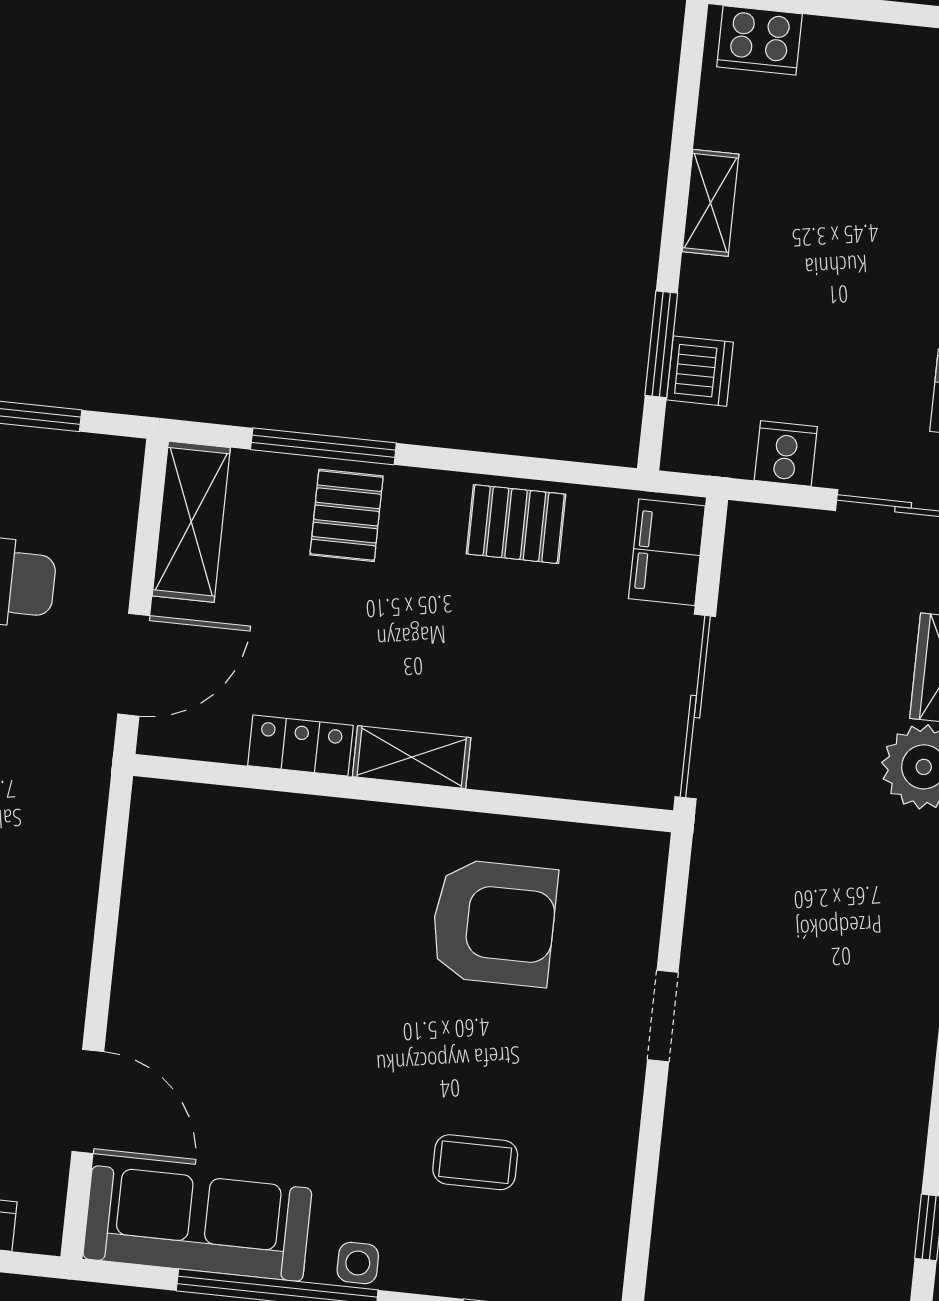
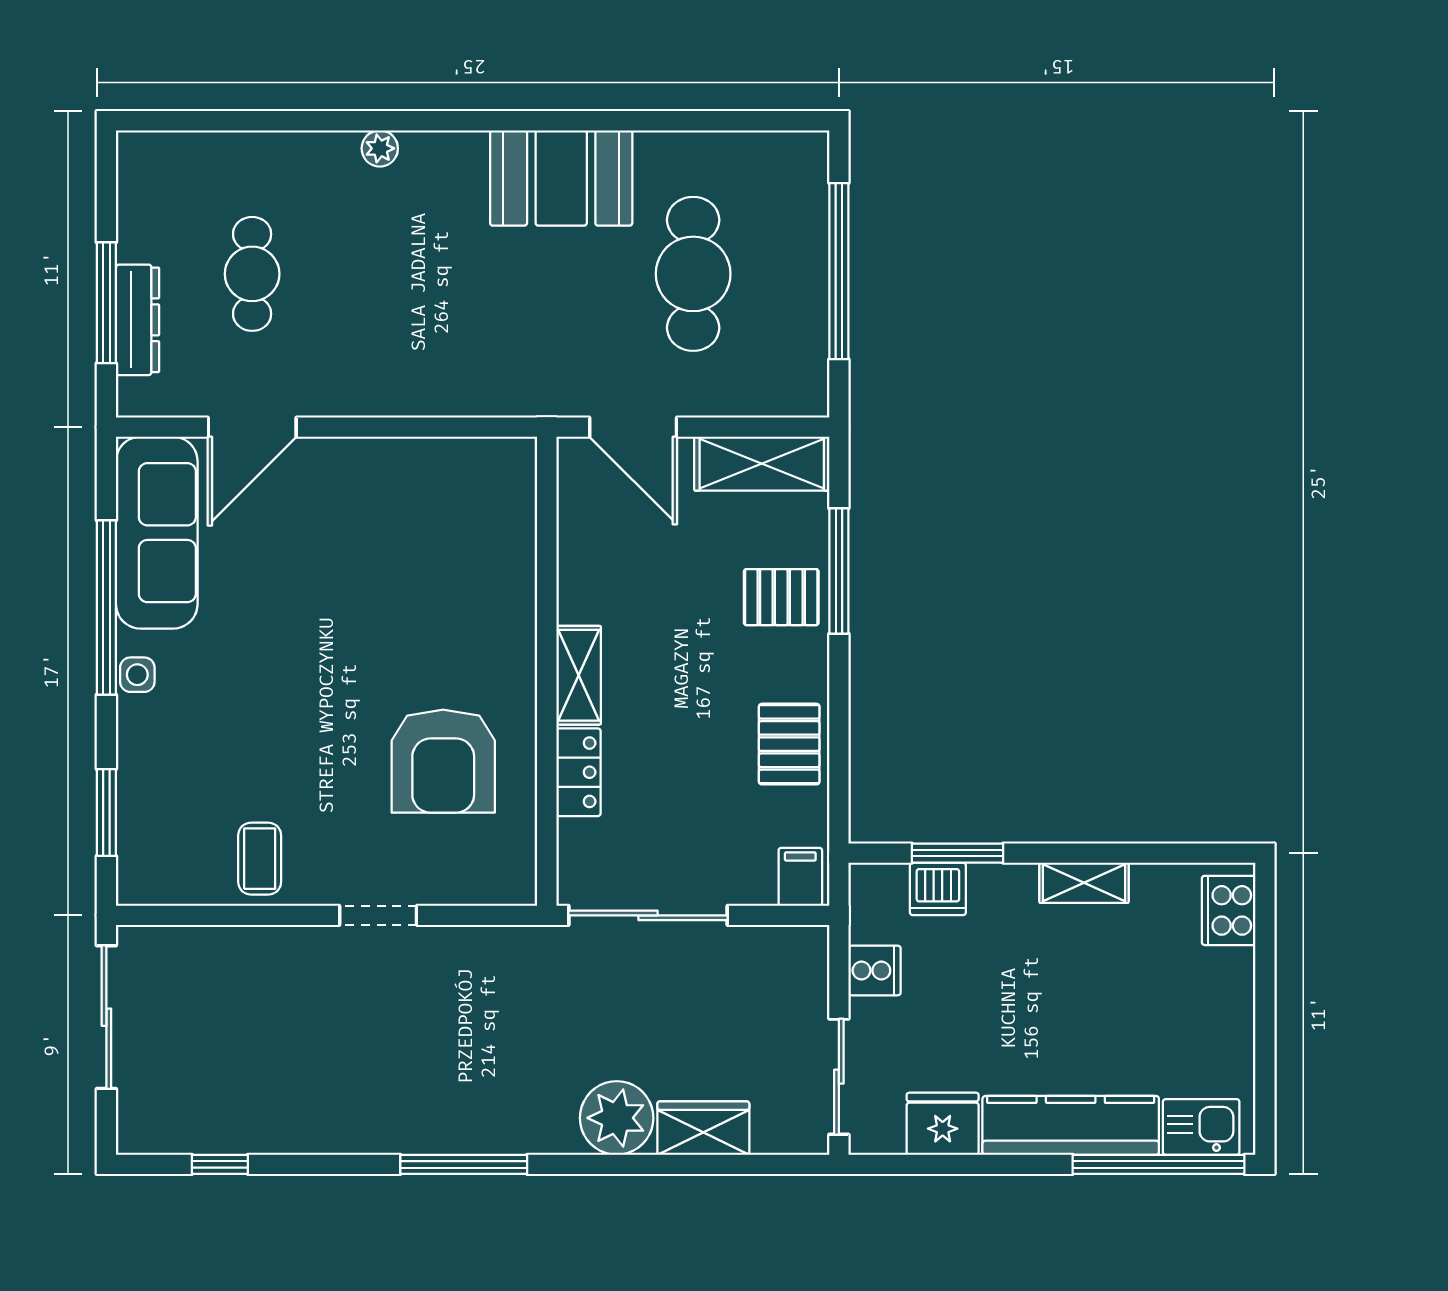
filing cabinet: (667, 552) -> (800, 877), width x0.50
locker: (300, 746) -> (579, 772), moved
coffee table: (475, 1162) -> (260, 859), moved

